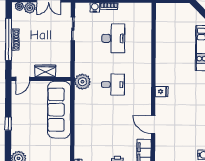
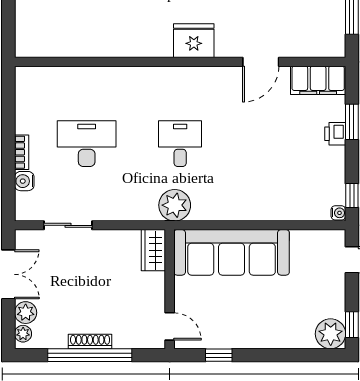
wardrobe: (45, 71) -> (153, 250), moved
fridge: (162, 92) -> (194, 41), width x1.88, depth x1.34
window: (8, 124) -> (219, 355), moved

